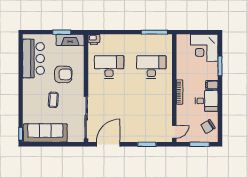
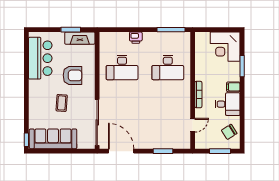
printer: (94, 39) -> (136, 38), moved
desk: (109, 67) -> (122, 67), turned 180
desk: (151, 67) -> (168, 67), turned 180
door: (174, 132) -> (193, 125), moved
door: (108, 144) -> (121, 151), hinge flipped

